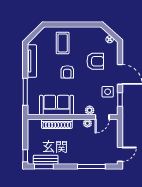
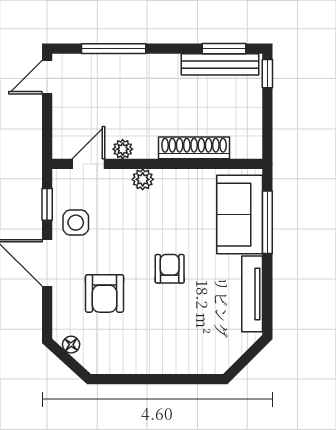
coffee table: (63, 43) -> (181, 336), removed
armchair: (95, 61) -> (105, 293), turned -90
sofa: (57, 105) -> (240, 215), moved, turned 90
plant: (90, 110) -> (143, 179), moved
bench: (46, 160) -> (220, 64), width x1.36

